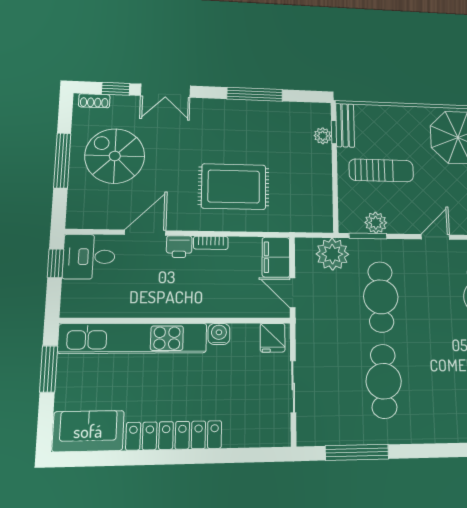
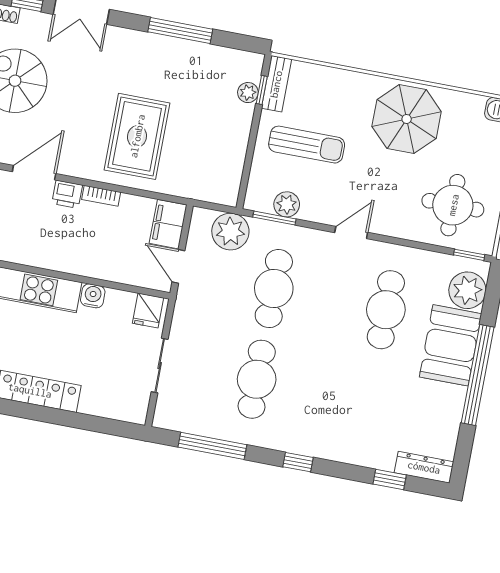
rug: (234, 187) -> (137, 136), turned 90
window: (437, 450) -> (298, 462), added

